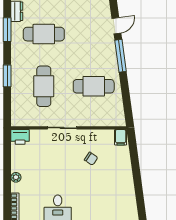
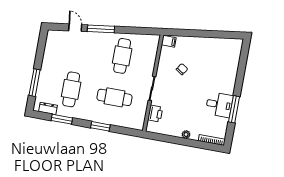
printer: (20, 137) -> (155, 114), moved

